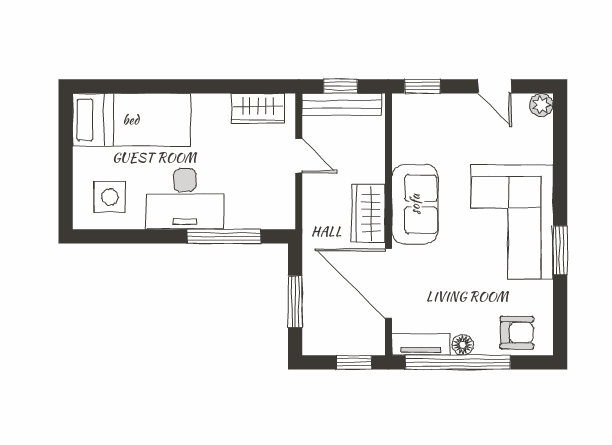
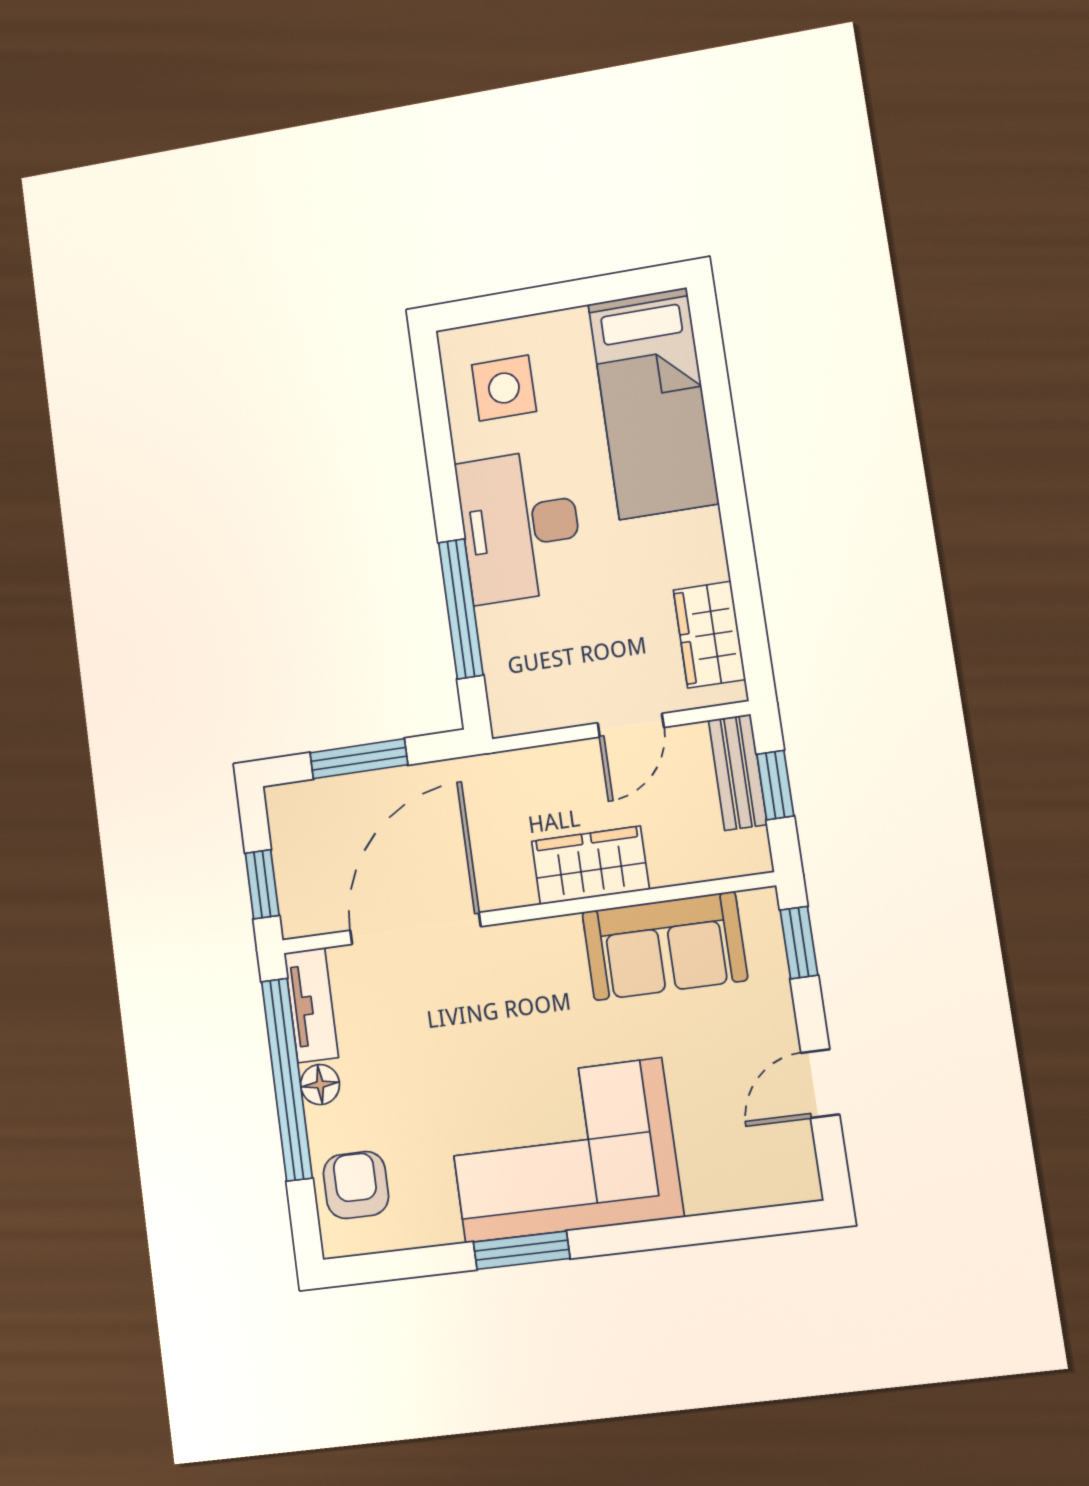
bench: (342, 104) -> (738, 772), width x0.73
plant: (541, 105) -> (797, 1180), removed
sofa: (415, 204) -> (665, 946), moved
wardrobe: (368, 213) -> (590, 865), moved
armchair: (517, 333) -> (356, 1185), turned 180

